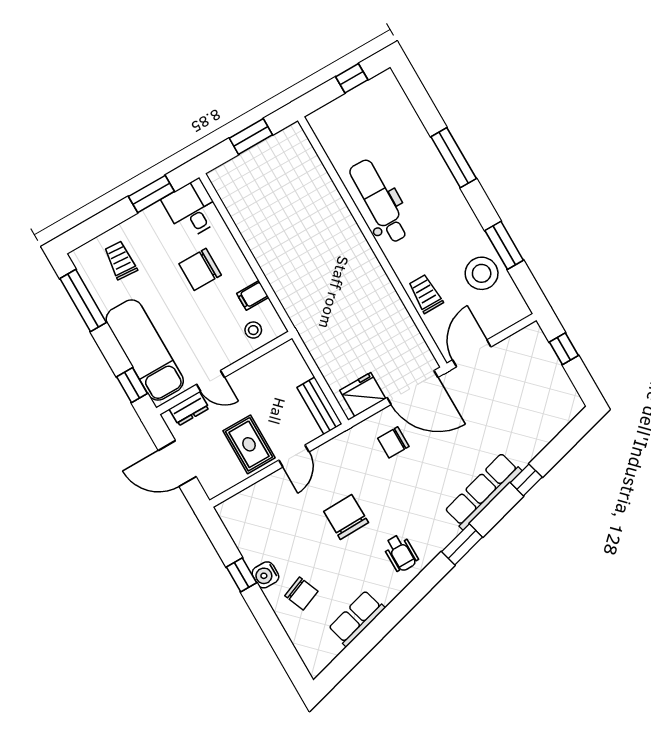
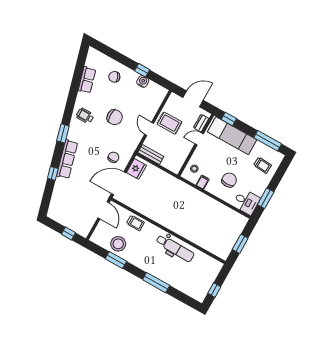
water cooler: (265, 575) -> (143, 81), moved

